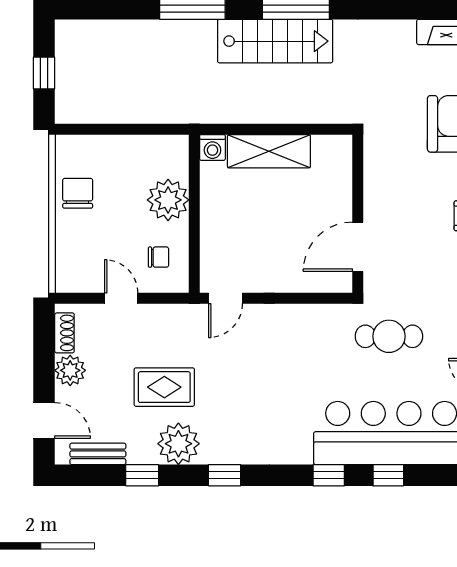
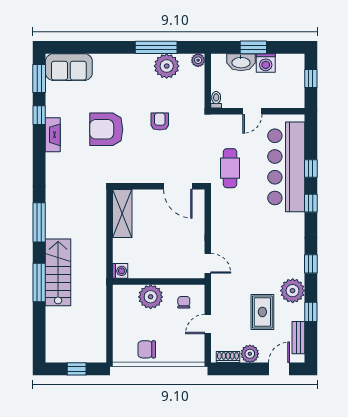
stairs: (275, 41) -> (58, 272), moved
shelving: (269, 151) -> (122, 214), moved
rug: (164, 387) -> (262, 312), moved

